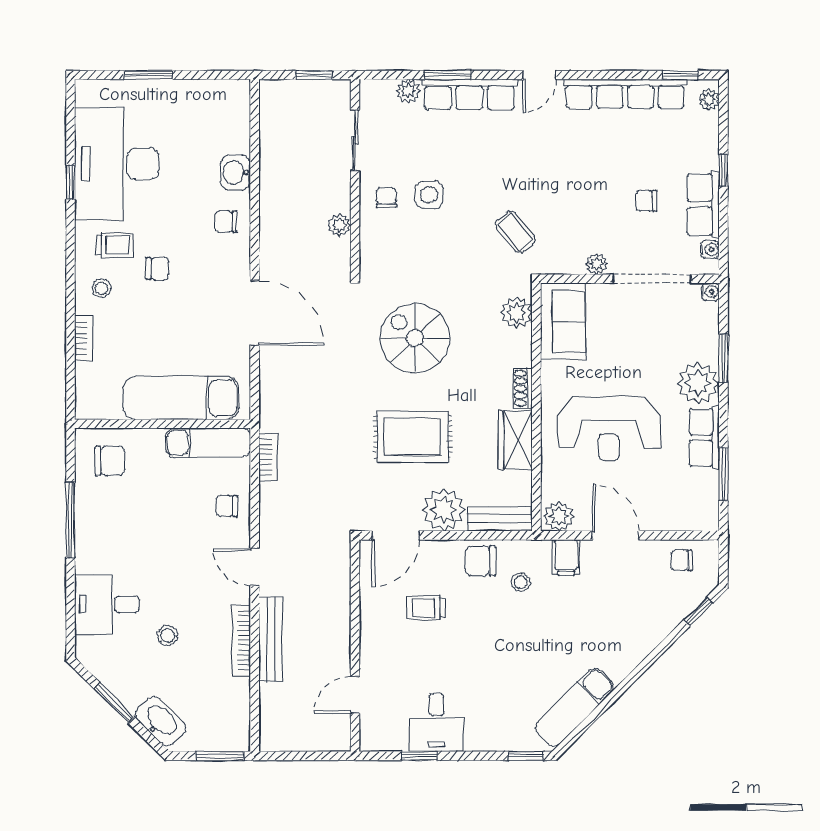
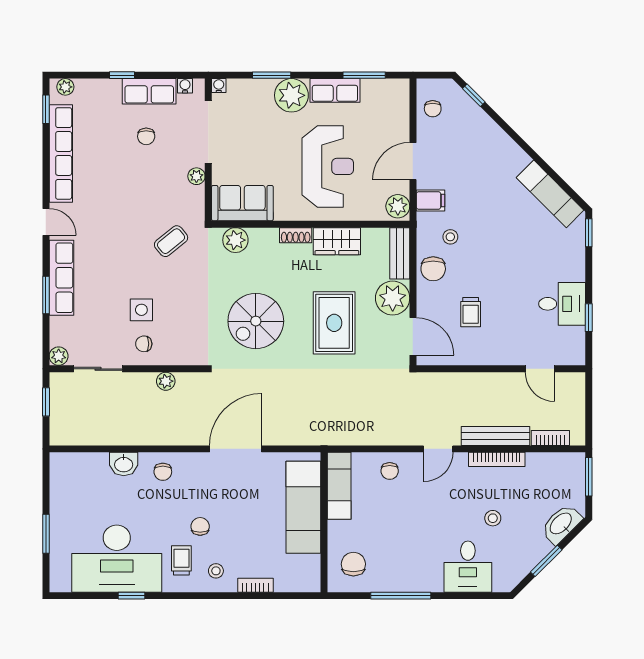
plant: (408, 91) -> (59, 356), moved
bookcase: (268, 457) -> (550, 438), moved

